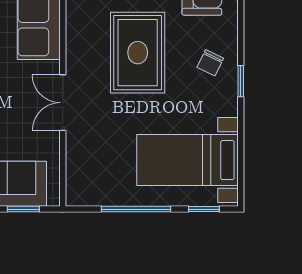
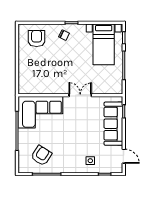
rug: (138, 53) -> (60, 65), removed
double door: (63, 103) -> (80, 95), swing flipped

